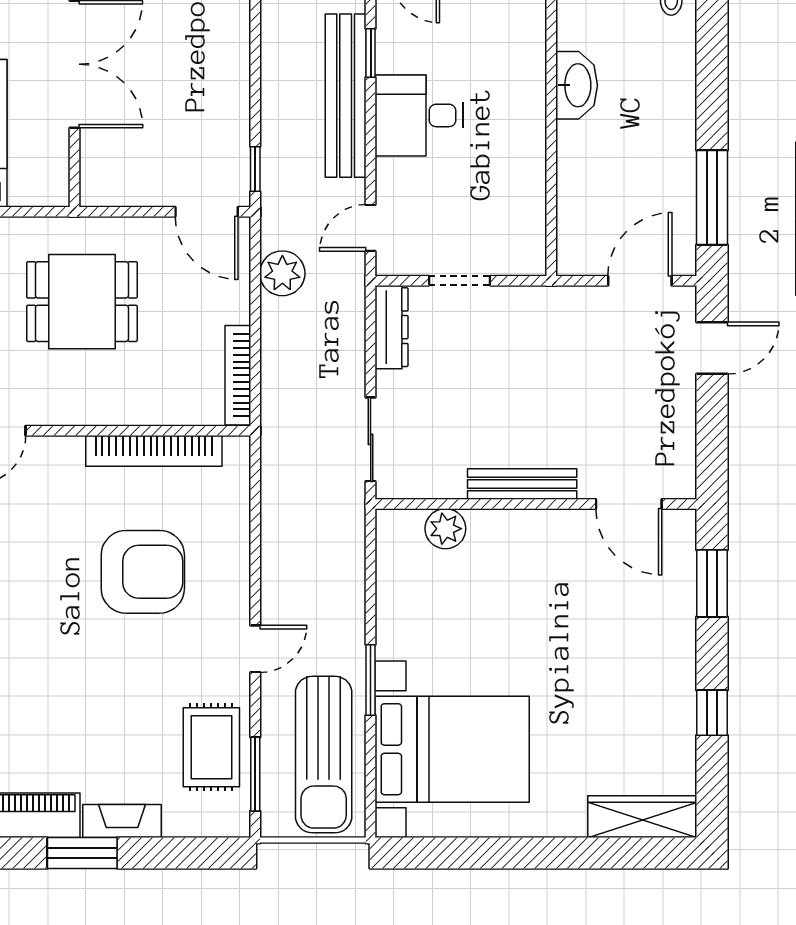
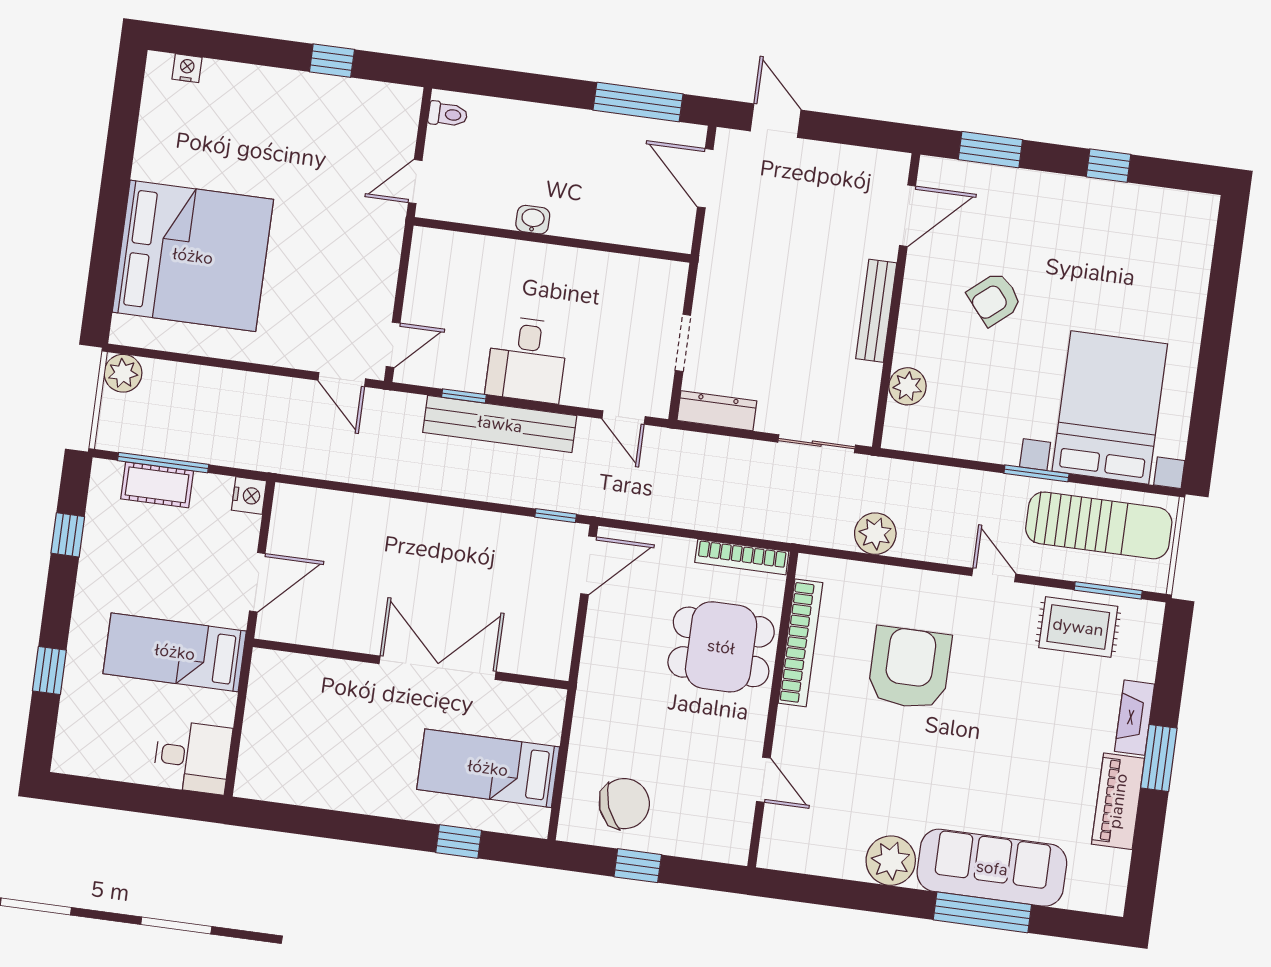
washbasin: (577, 85) -> (533, 220), width x0.52, depth x0.69
plant: (282, 273) -> (875, 534), moved
dining table: (82, 302) -> (721, 647), moved, turned 90
armchair: (552, 609) -> (994, 299), added
wardrobe: (642, 817) -> (1195, 242), removed

